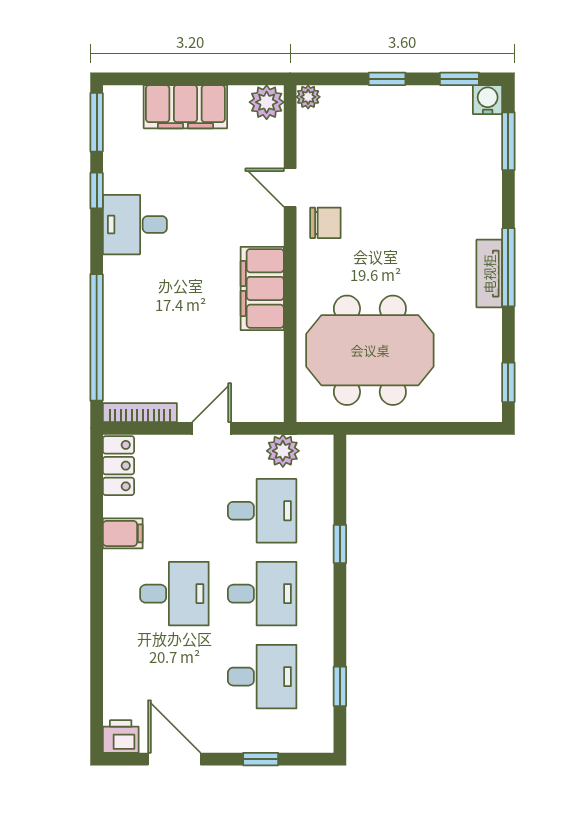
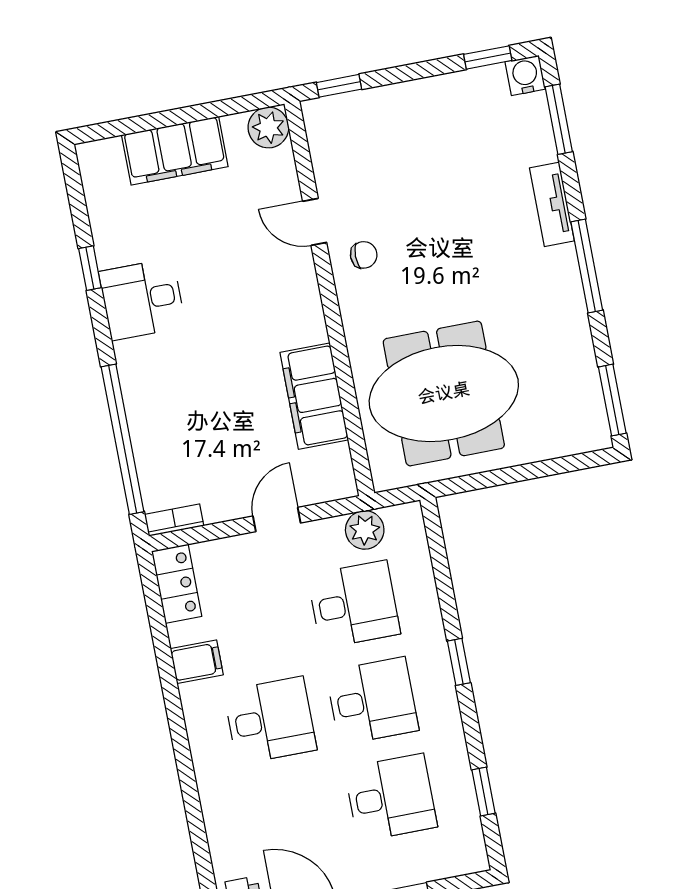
window: (387, 79) -> (339, 86), moved
plant: (308, 97) -> (316, 112), removed
window: (97, 122) -> (75, 189), removed
chair: (325, 223) -> (364, 255), width x0.73, depth x0.73
tv unit: (489, 274) -> (552, 204), moved
filing cabinet: (262, 288) -> (314, 396), moved
window: (508, 382) -> (612, 400), width x1.50
bookcase: (140, 413) -> (174, 520), width x0.64
window: (340, 544) -> (459, 662), moved

